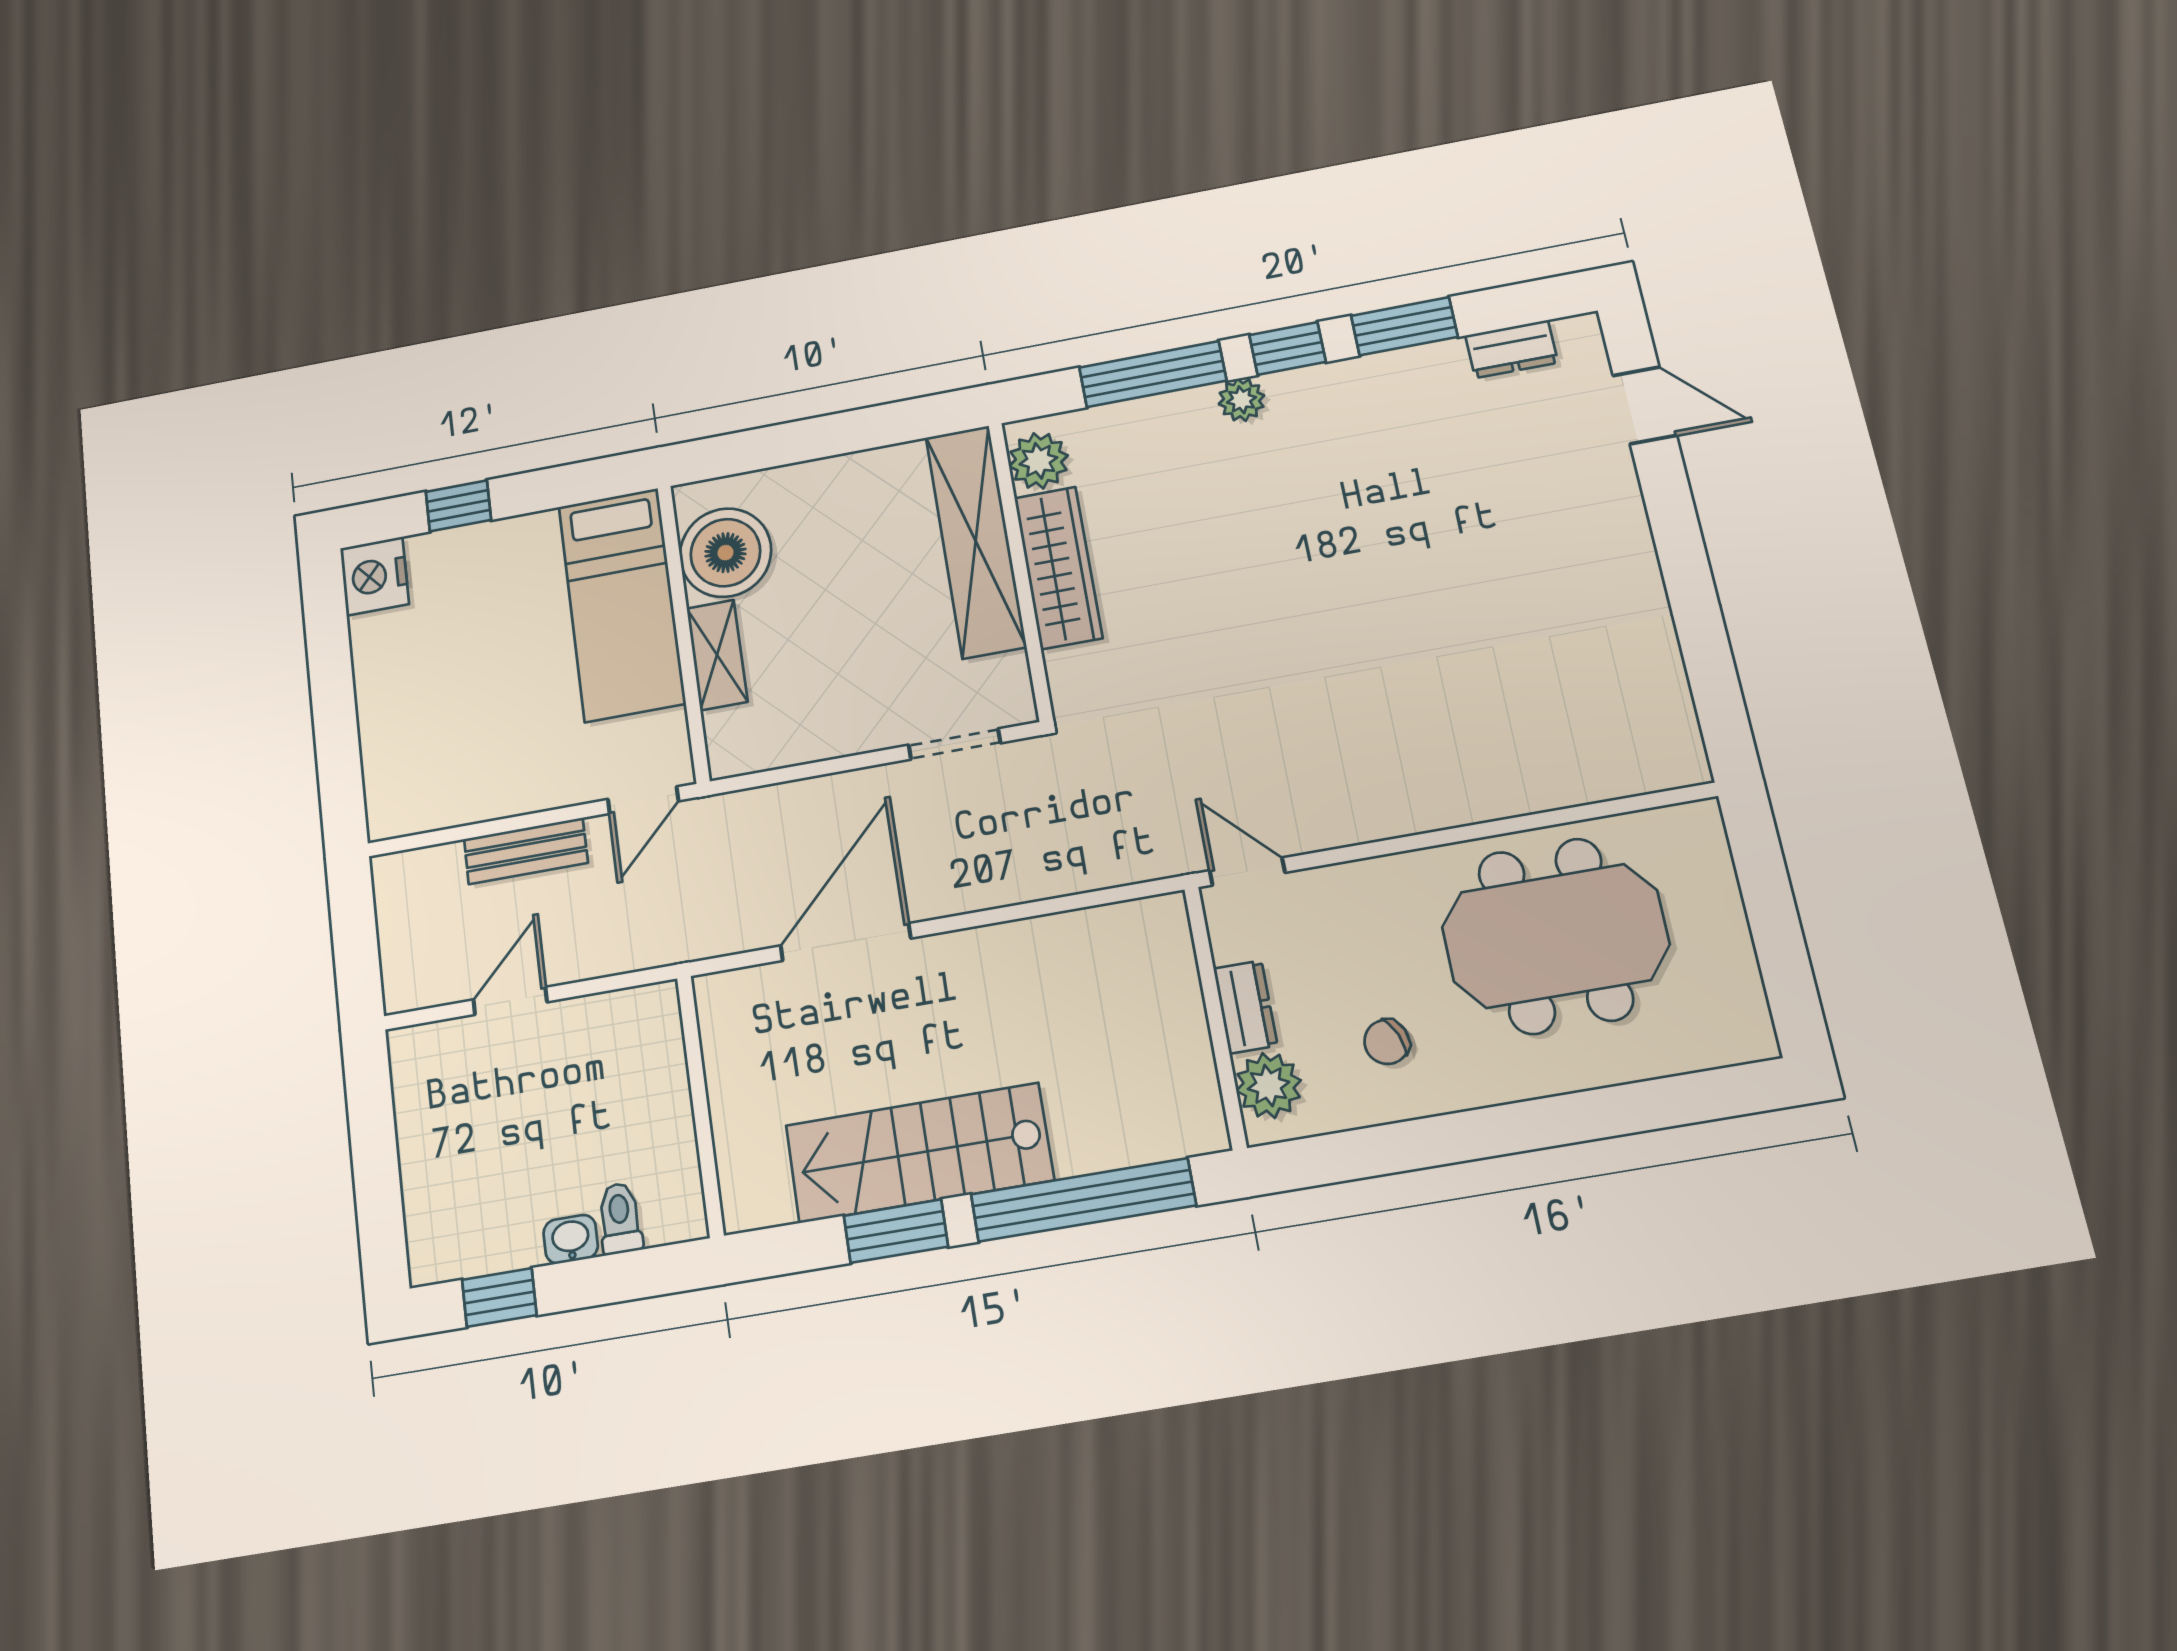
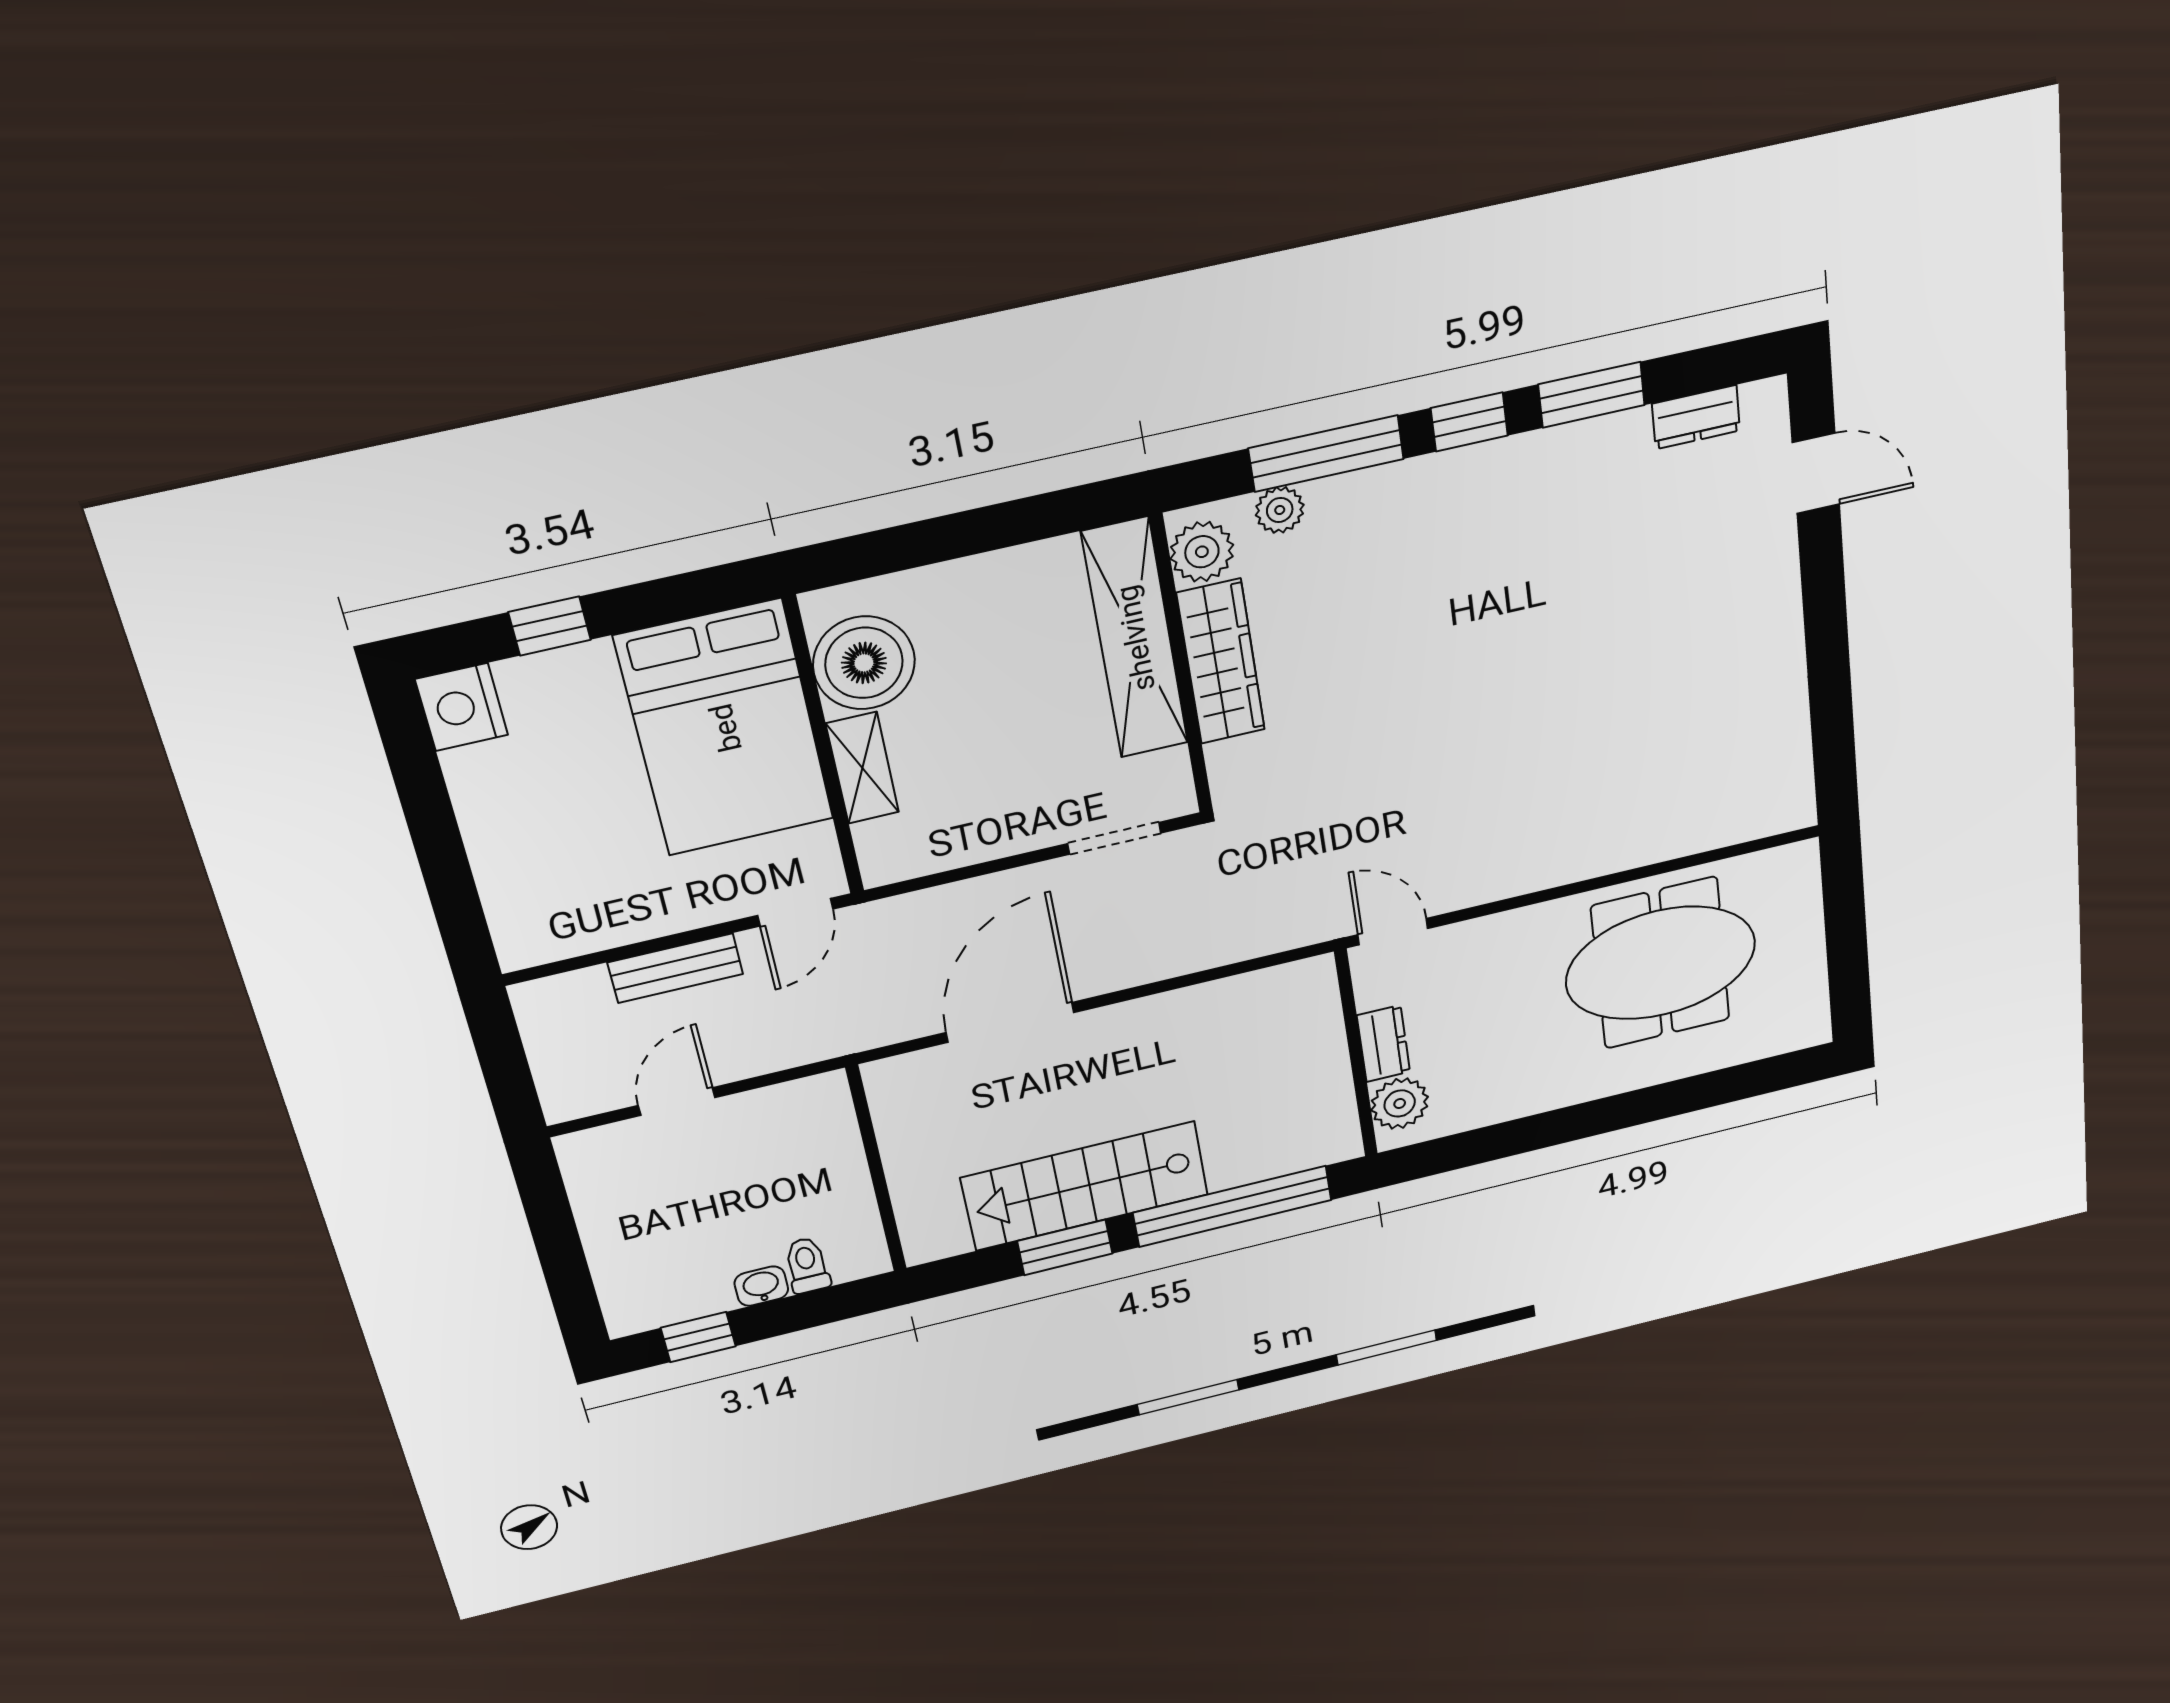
plant: (1241, 400) -> (1280, 510), moved
bed: (622, 604) -> (725, 728), width x1.50
chair: (1387, 1042) -> (1505, 1060), removed

